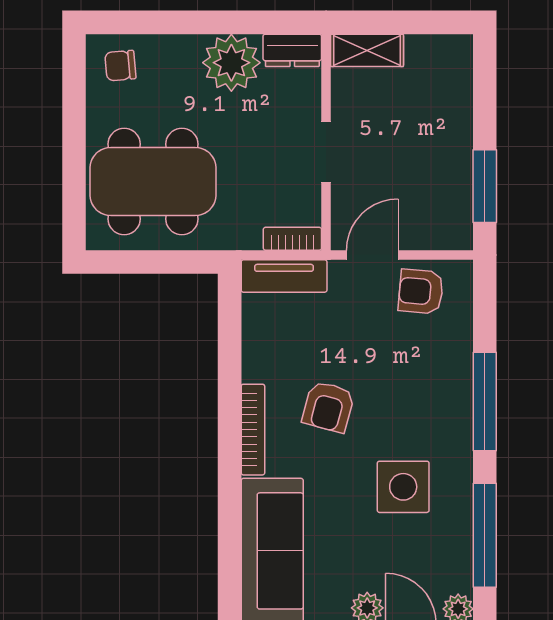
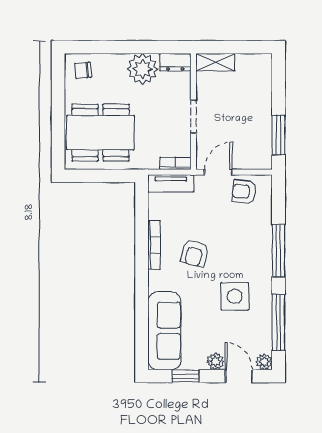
bookcase: (253, 430) -> (154, 245), moved

